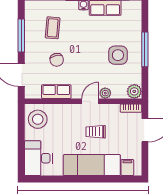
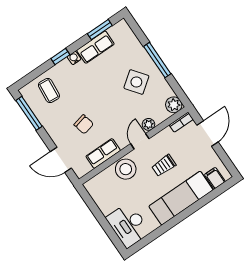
coffee table: (53, 28) -> (49, 91), moved
window: (21, 36) -> (29, 113), moved
side table: (118, 55) -> (136, 82), turned -37
stool: (38, 119) -> (126, 169), moved

